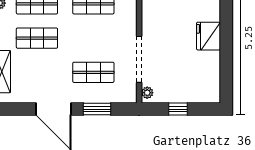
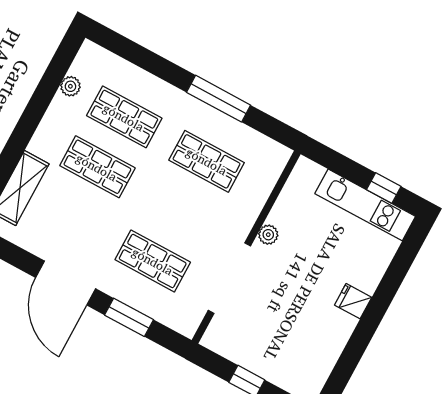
fridge: (208, 36) -> (353, 301), width x0.53, depth x0.75
plant: (147, 93) -> (268, 235), moved

